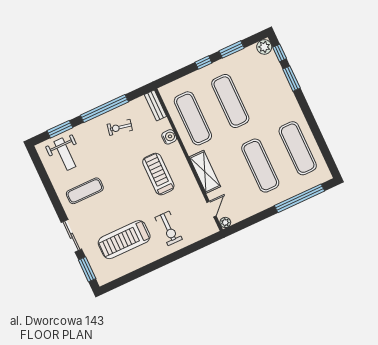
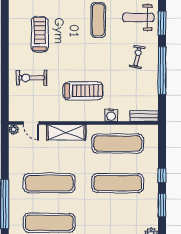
exercise bike: (120, 127) -> (137, 57), moved
treadmill: (124, 240) -> (40, 34), width x0.73, depth x0.73

